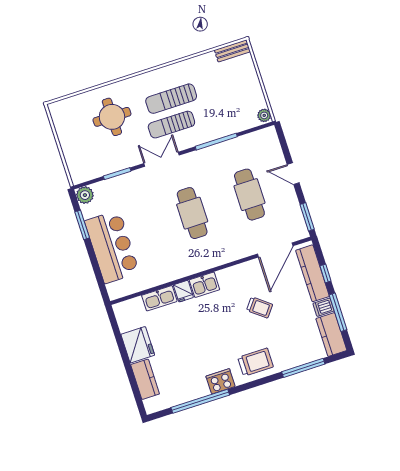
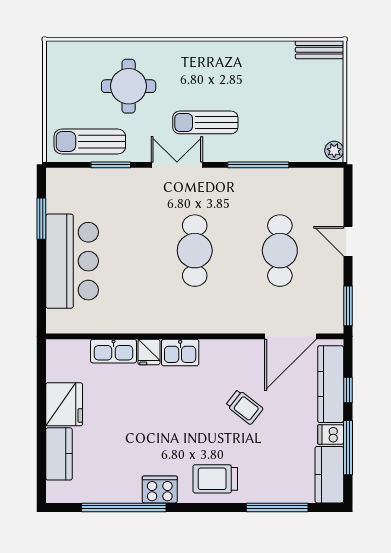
sun lounger: (171, 99) -> (90, 141), moved
plant: (85, 195) -> (58, 180), removed
trolley: (256, 362) -> (215, 479), turned 180

